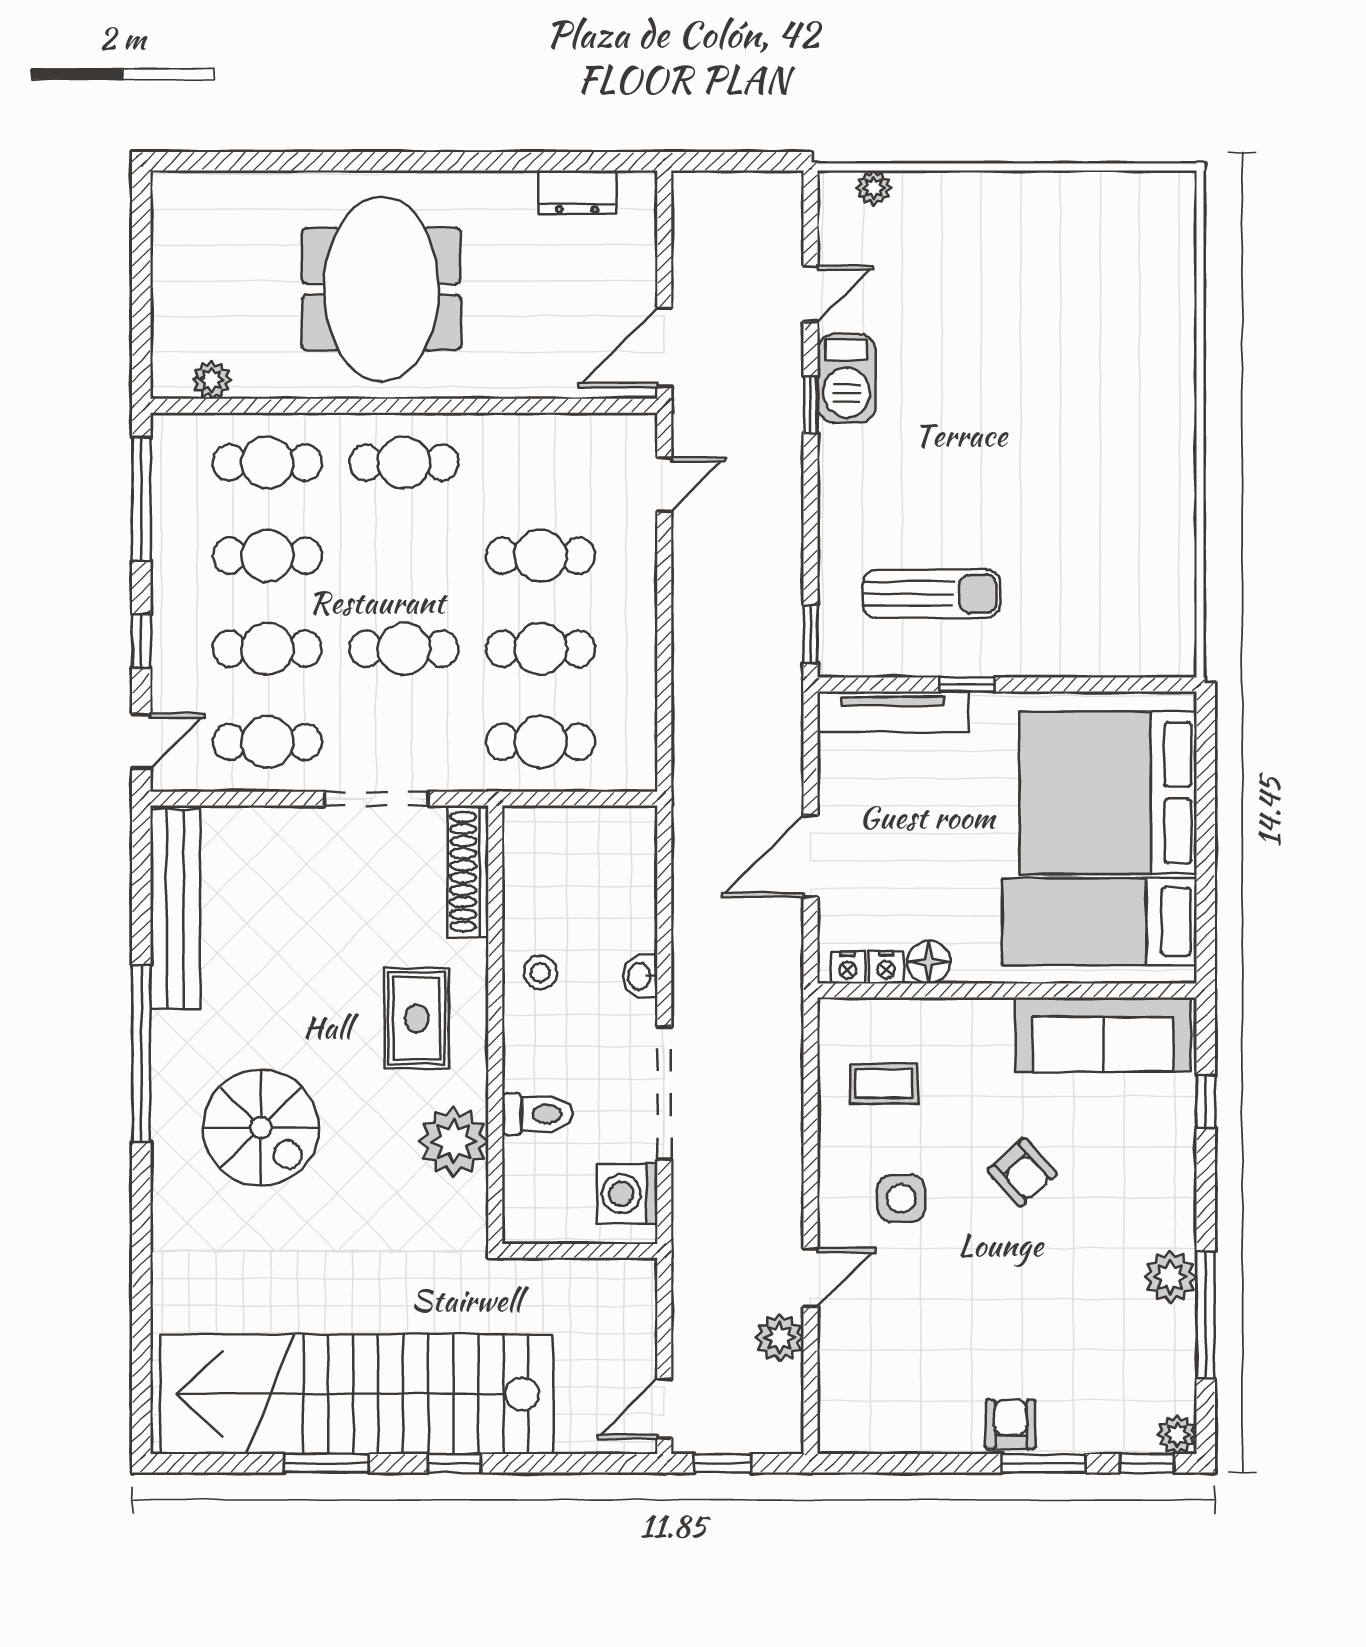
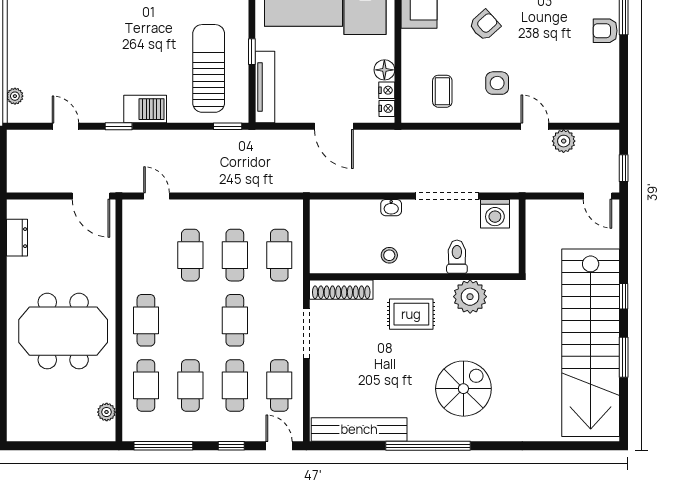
barbecue: (846, 378) -> (145, 109), moved
sun lounger: (932, 594) -> (209, 68), width x1.36, depth x1.34

